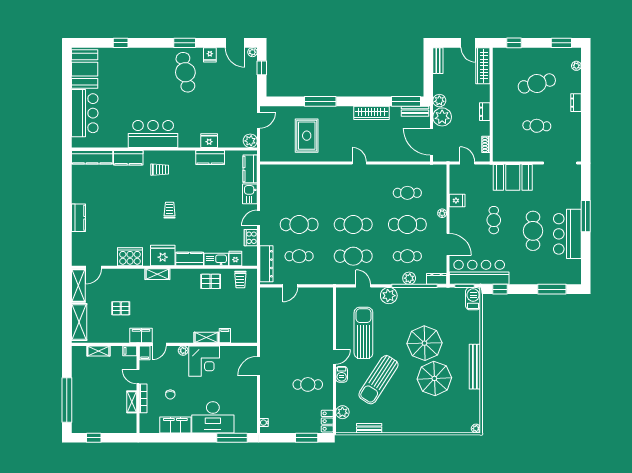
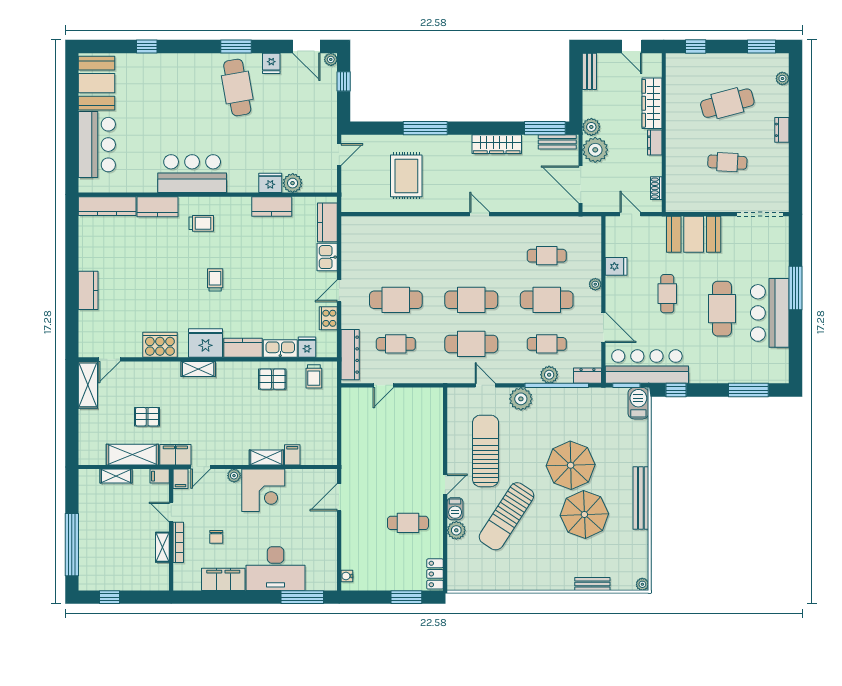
wardrobe: (483, 66) -> (652, 103), moved
plant: (250, 141) -> (293, 183), moved
shelving: (79, 322) -> (132, 455), moved, turned 90
plant: (342, 412) -> (456, 530), moved
bench: (369, 428) -> (592, 584), moved

